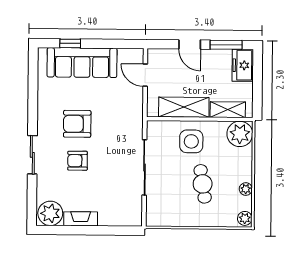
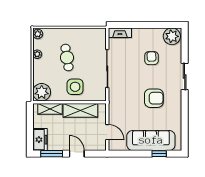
armchair: (77, 161) -> (152, 58), moved, turned -91
fireplace: (81, 219) -> (120, 33), moved

